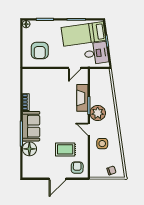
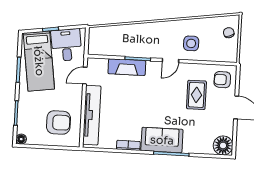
door: (75, 68) -> (85, 76), swing flipped
tv unit: (46, 74) -> (92, 115), added
plant: (98, 113) -> (149, 47), removed
floor lamp: (29, 149) -> (223, 145), moved

